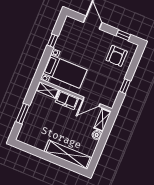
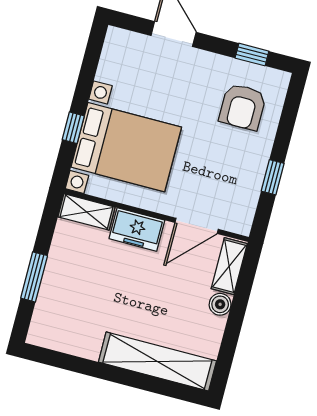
window: (53, 41) -> (73, 128), moved
bed with nightstands: (65, 71) -> (126, 147), width x1.36

